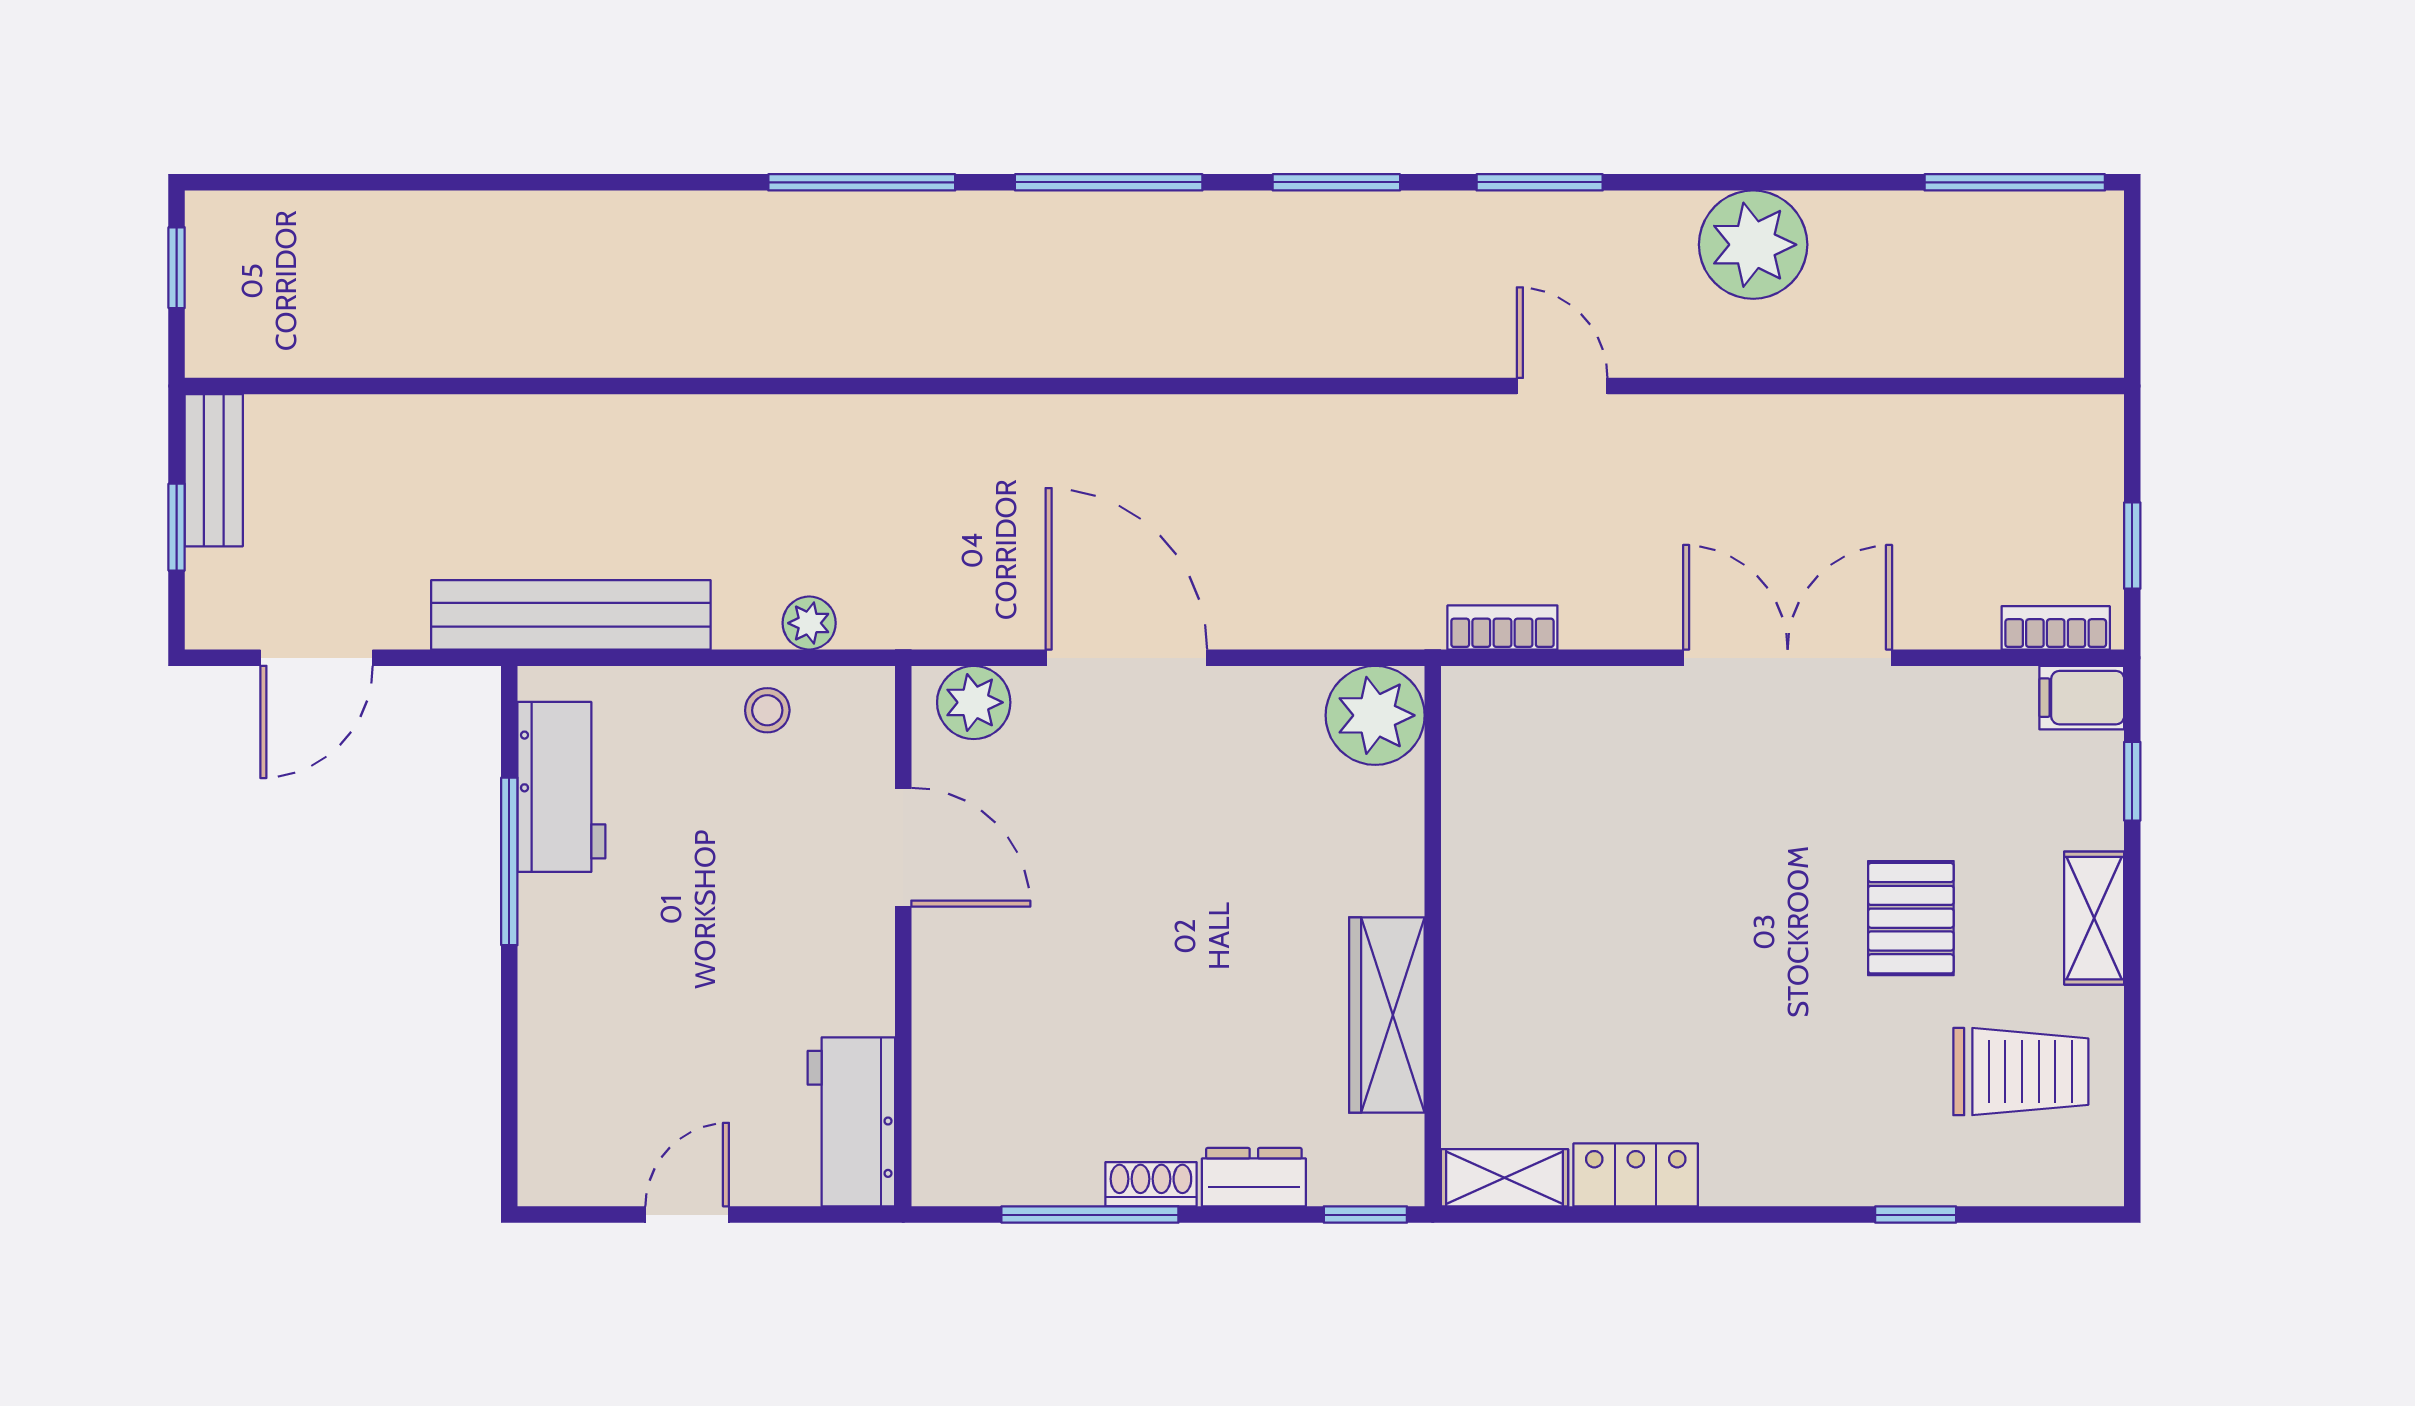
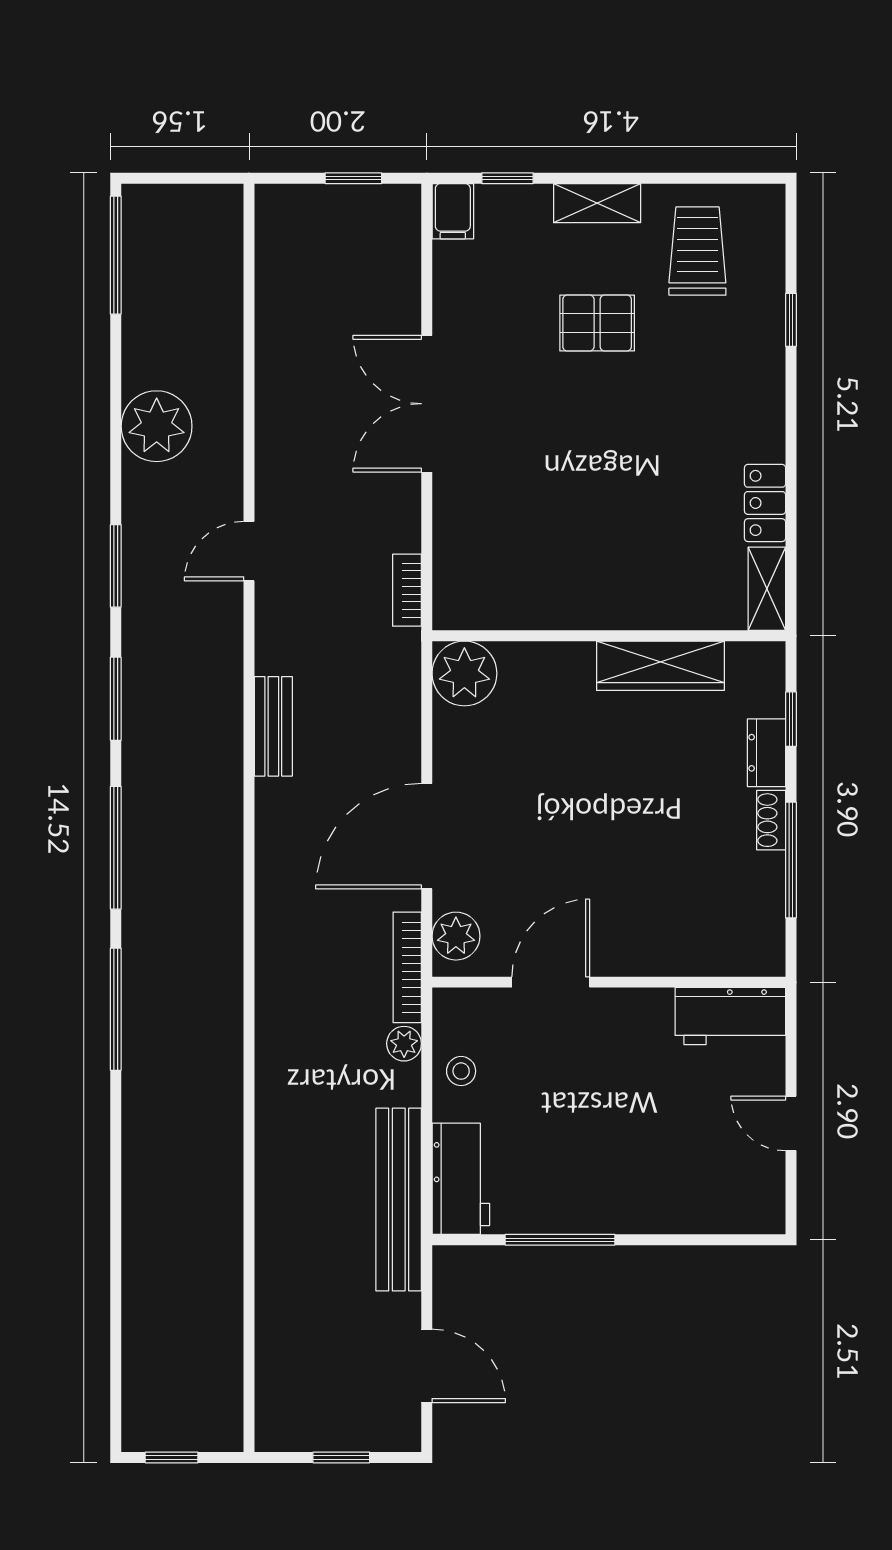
bench: (214, 470) -> (273, 726), moved, turned 90
bookcase: (2056, 628) -> (407, 967), moved, width x1.56
workbench: (561, 787) -> (461, 1179), moved, turned 90
window: (1365, 1215) -> (791, 719), moved

